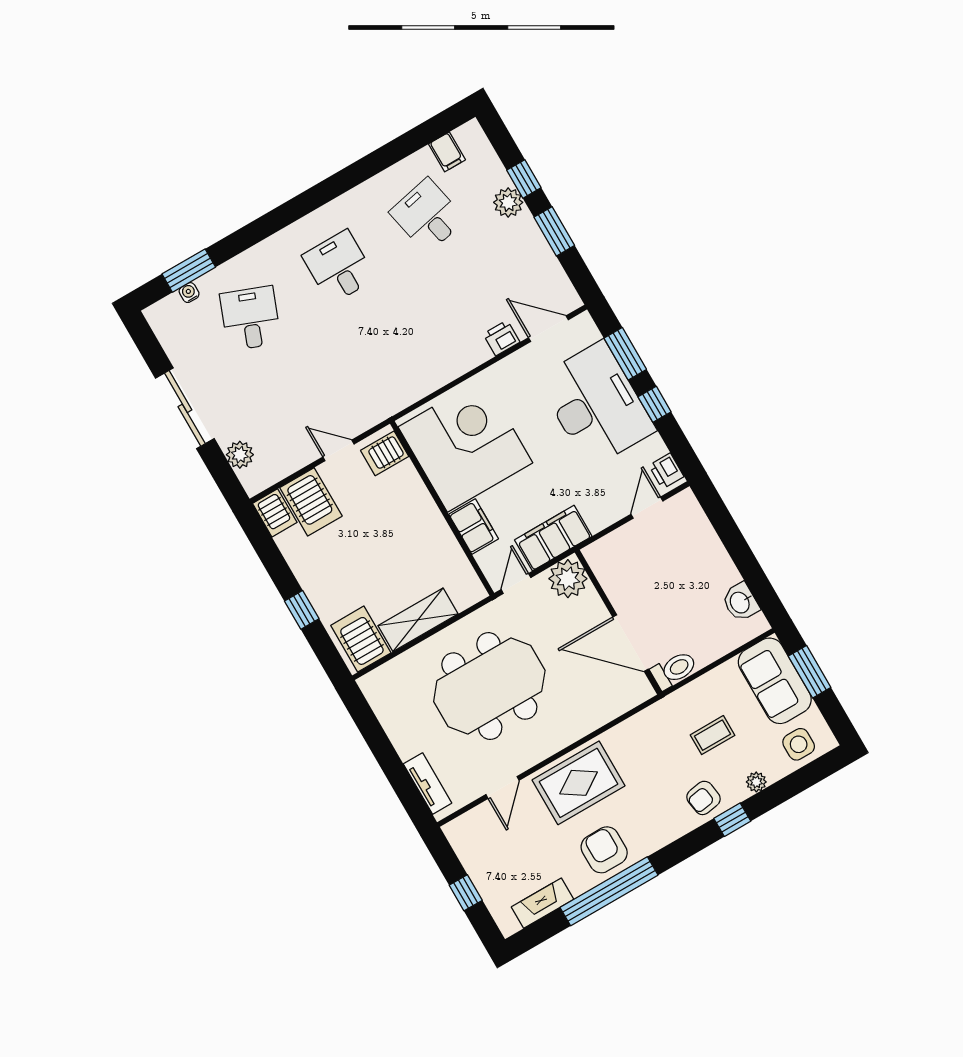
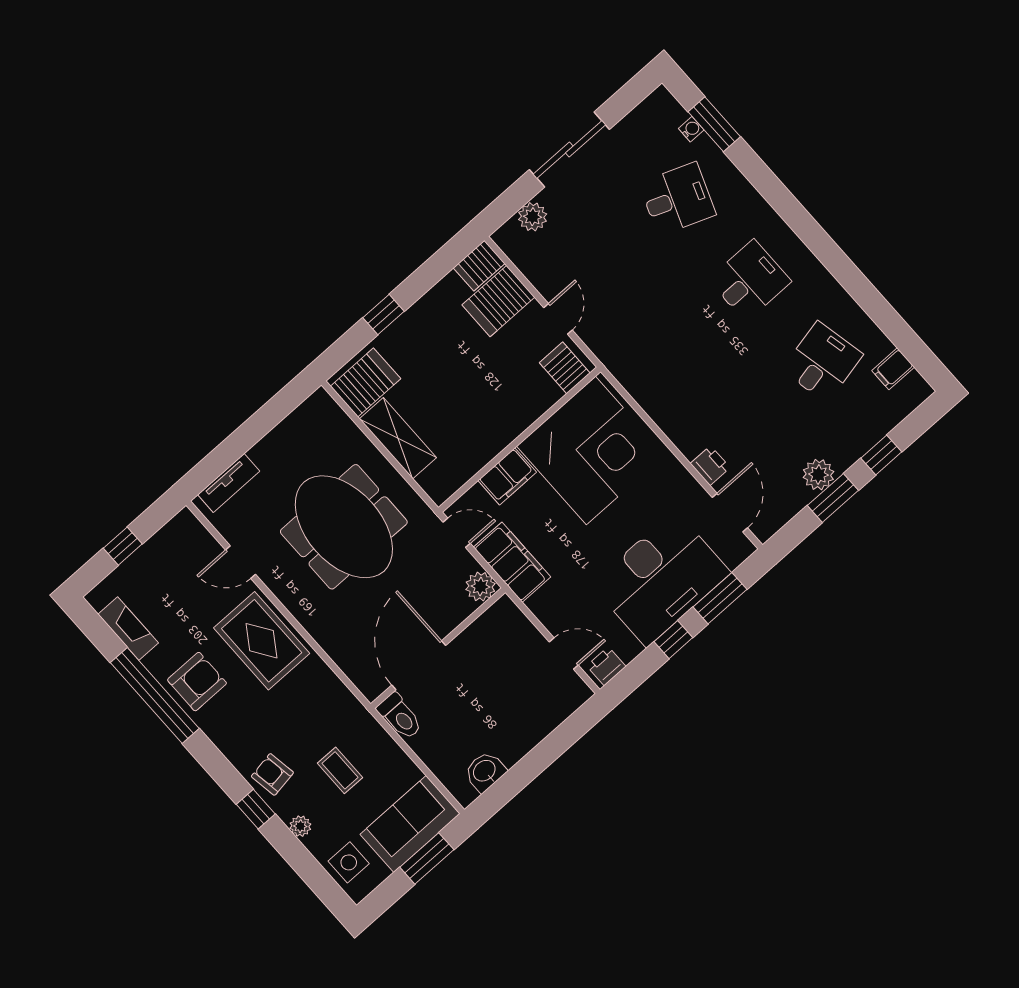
plant: (508, 202) -> (818, 475), moved
plant: (568, 579) -> (480, 587), width x0.73, depth x0.73

